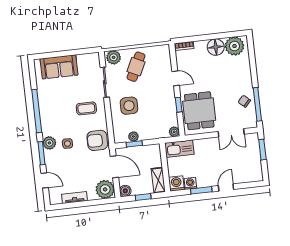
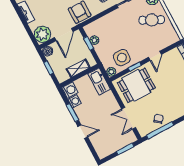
side table: (129, 106) -> (122, 58), moved
shelving: (158, 180) -> (78, 68), moved

